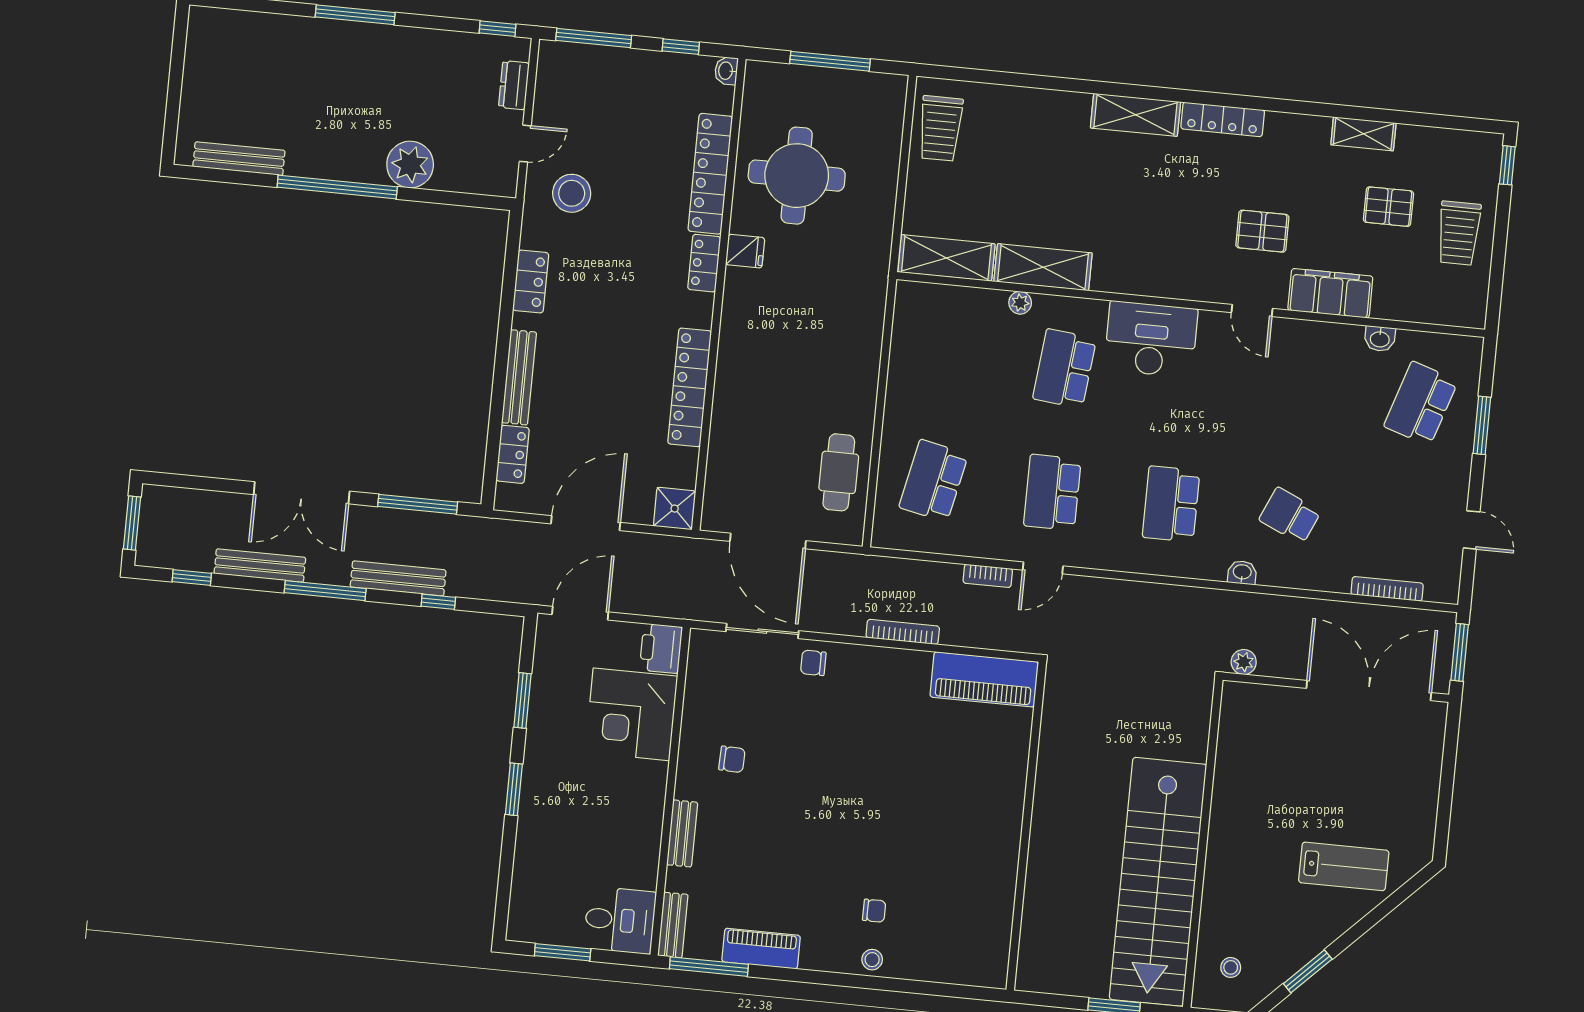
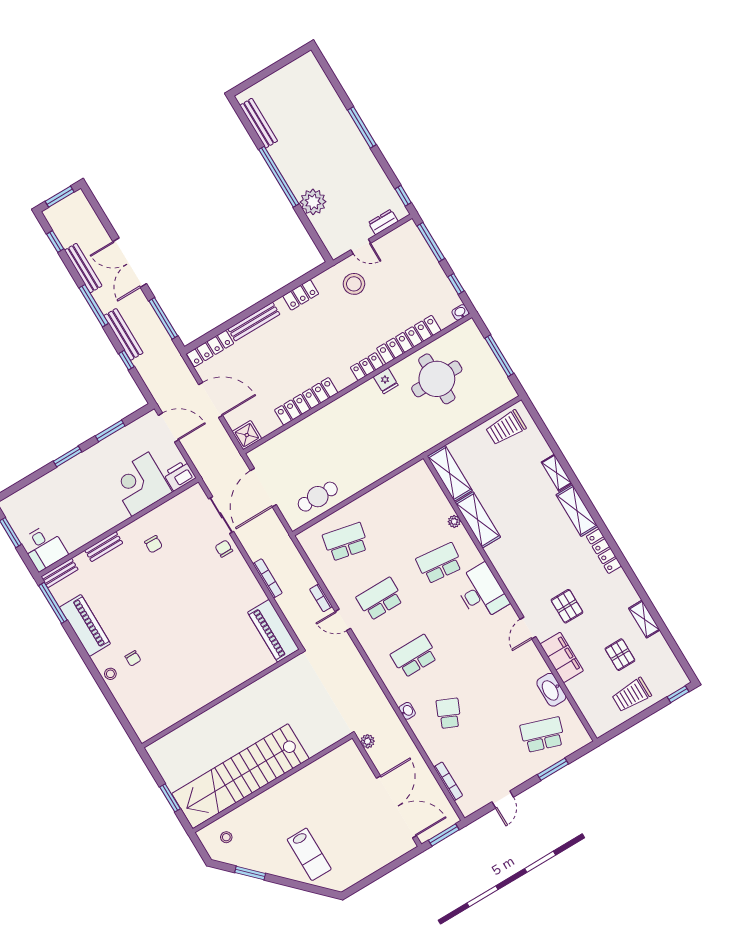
shelving: (1059, 104) -> (557, 473), added
washbasin: (1380, 339) -> (551, 690), width x1.91, depth x1.45
locker: (513, 454) -> (210, 349), width x1.53
piano: (761, 949) -> (85, 625), width x1.37, depth x1.33

